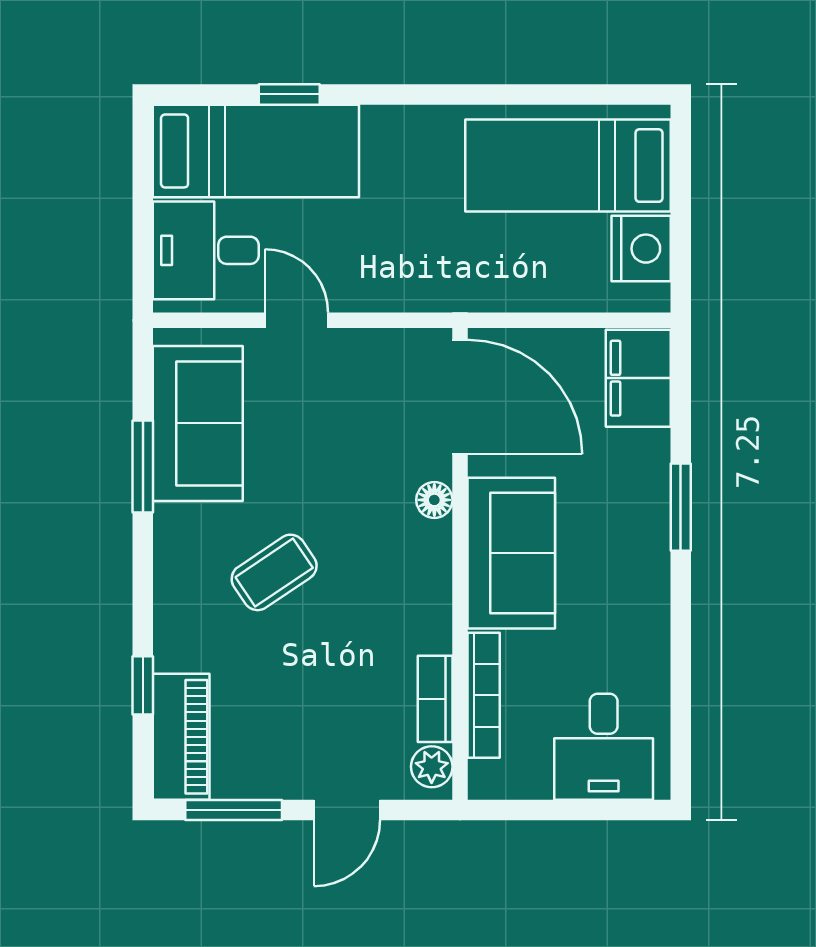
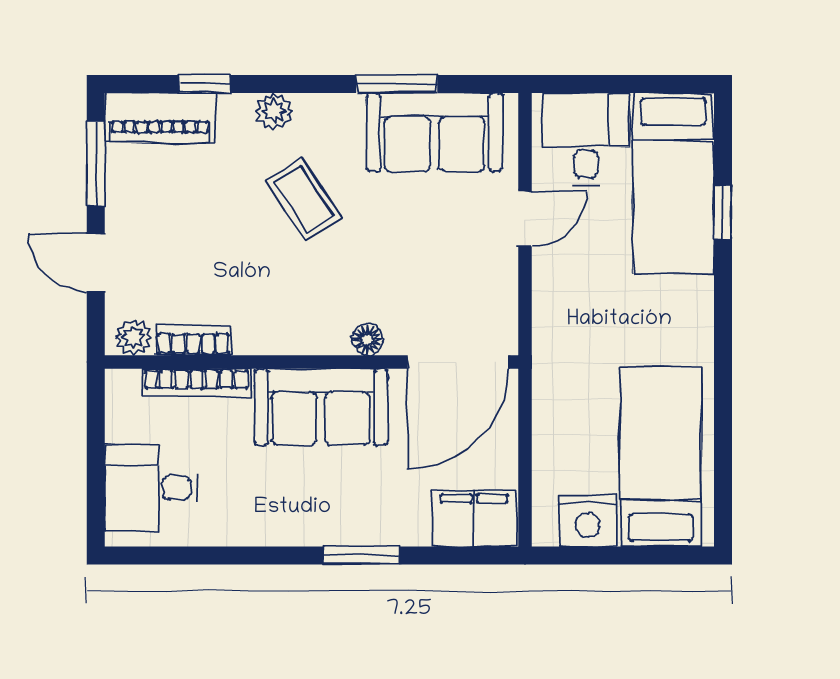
plant: (174, 607) -> (274, 111), added

